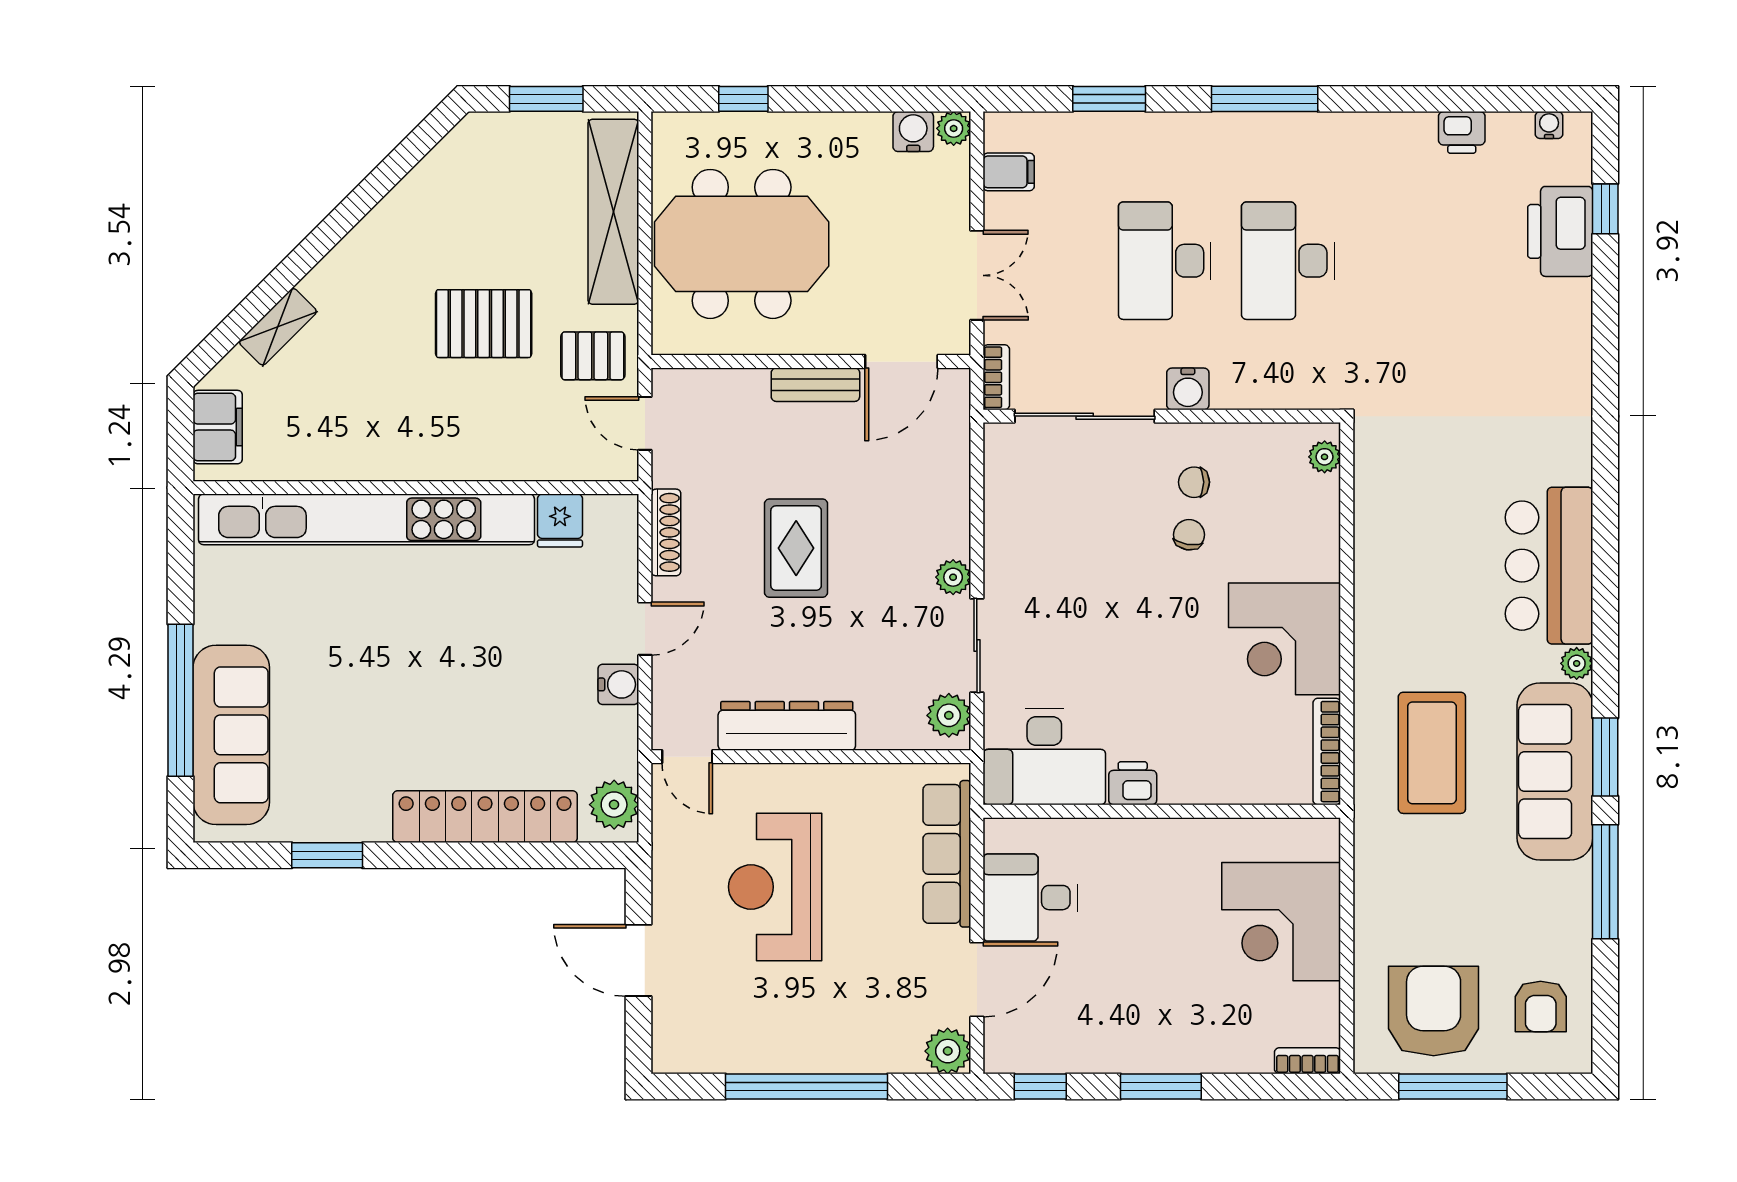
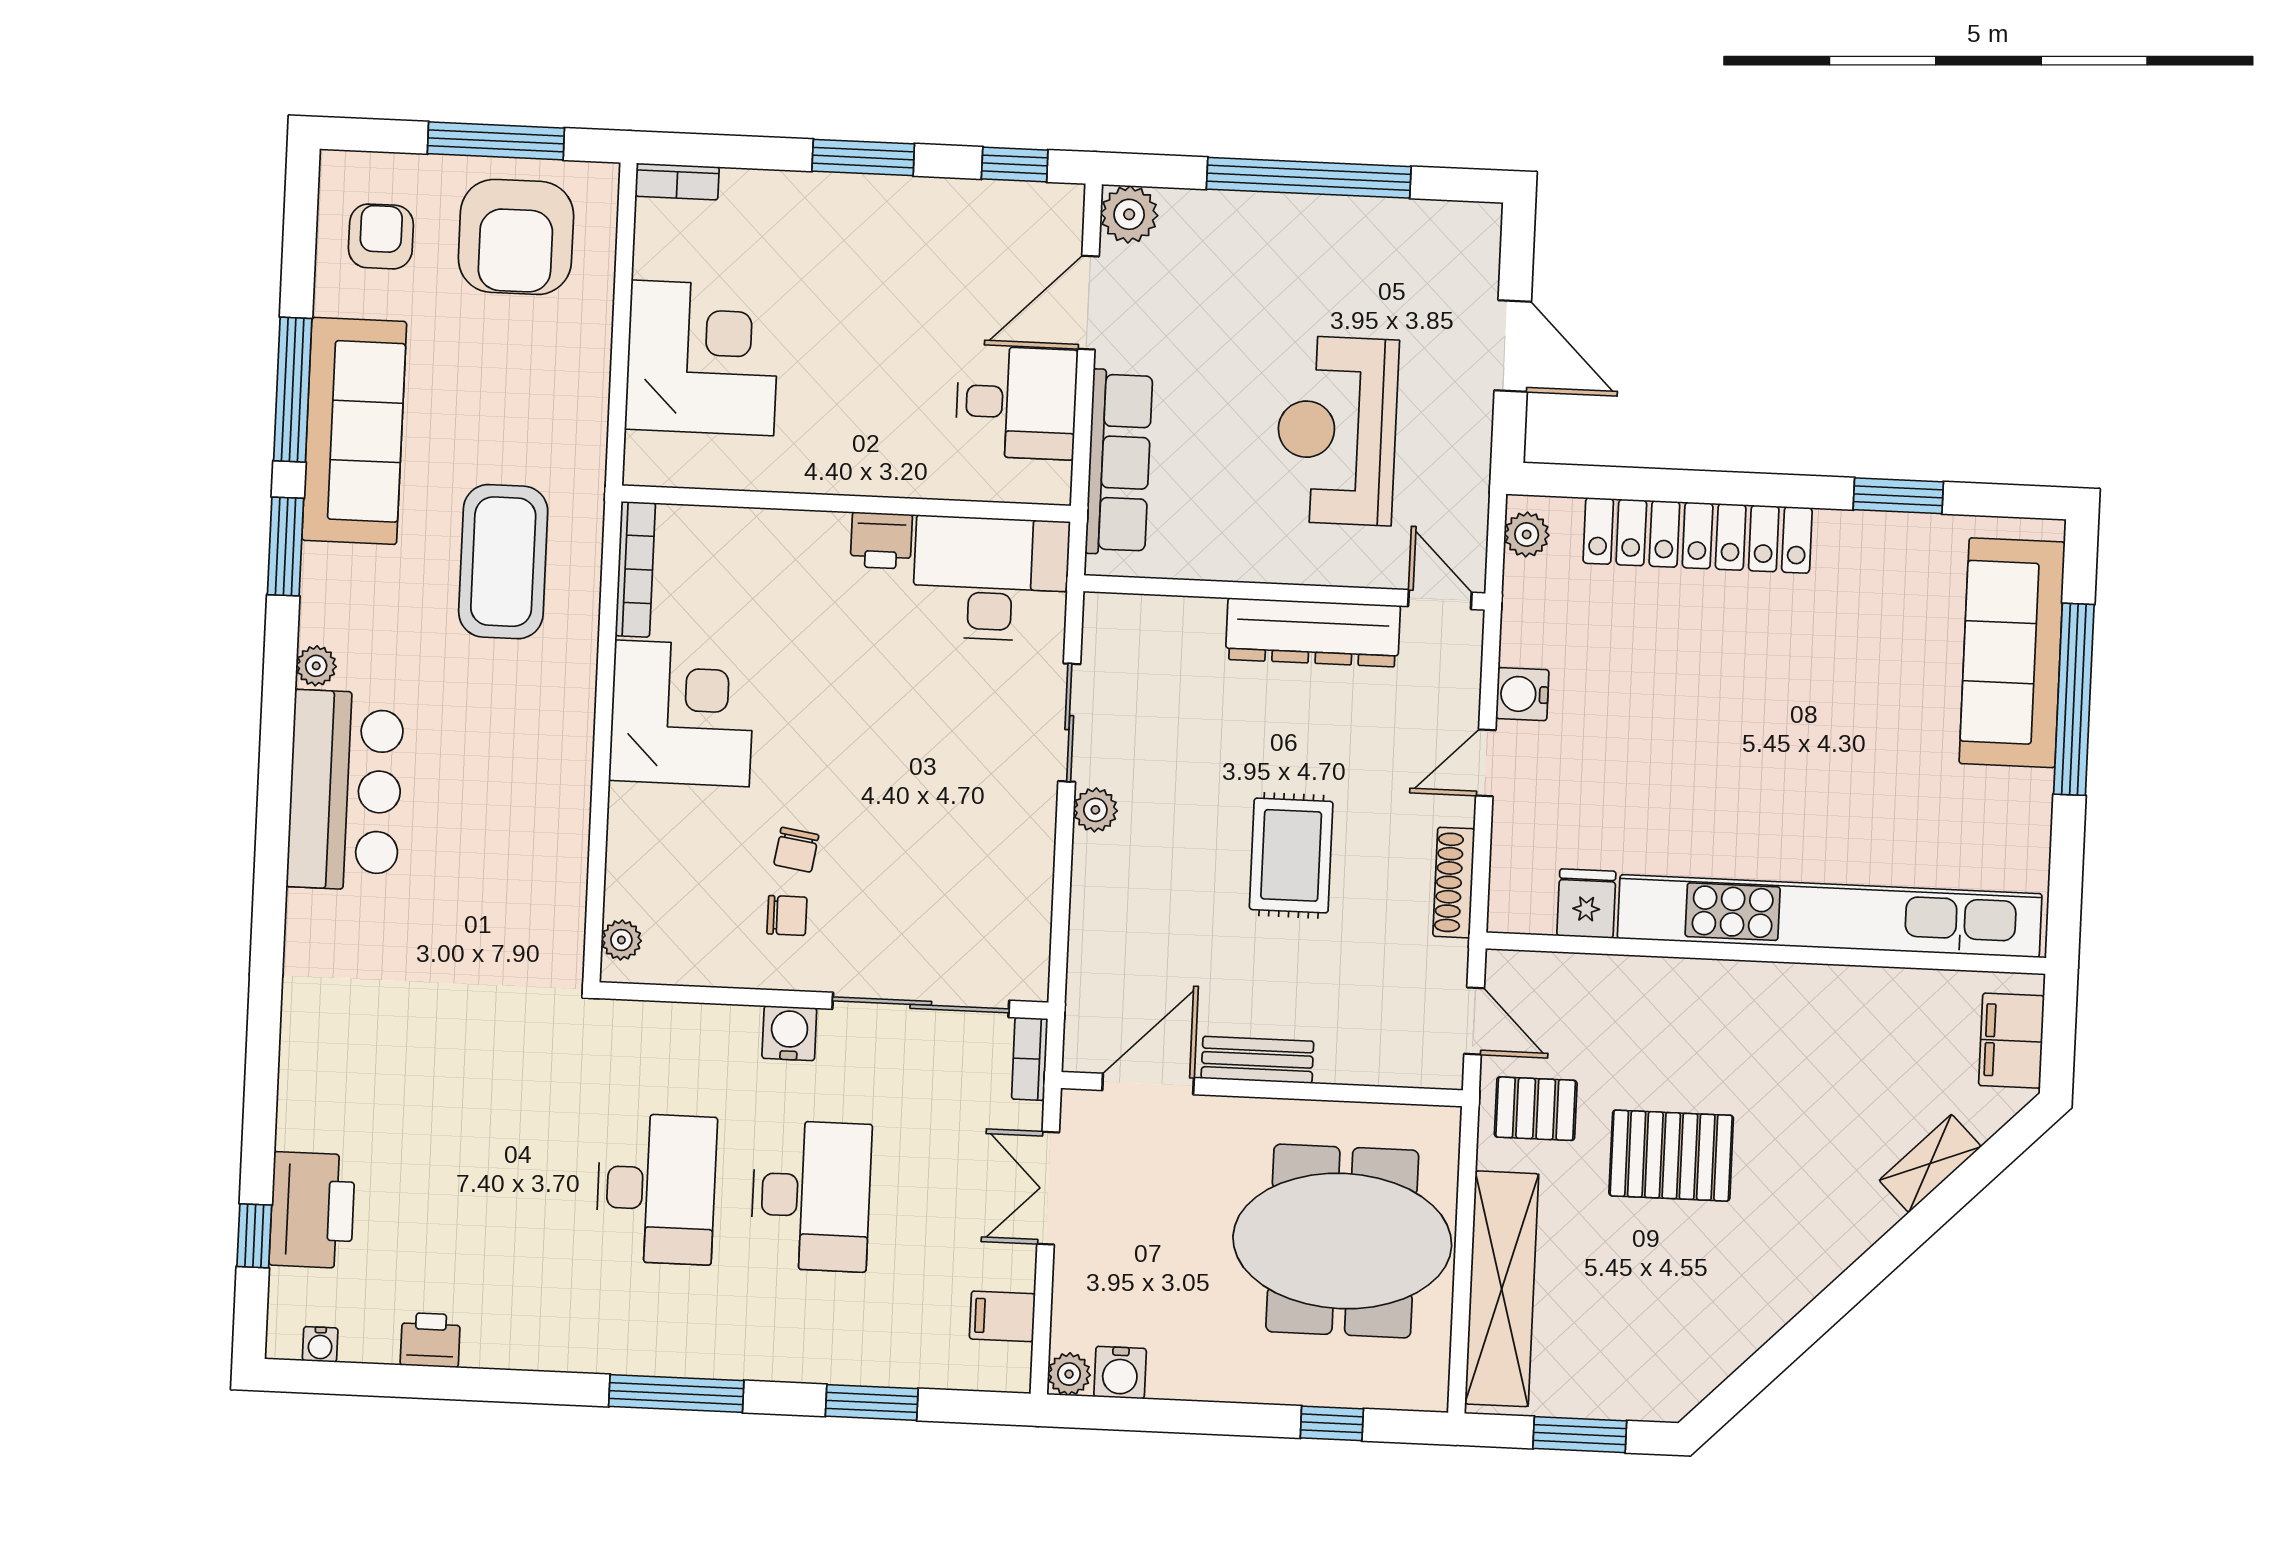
plant: (949, 715) -> (1109, 636), removed
sofa: (1555, 771) -> (354, 431), moved
plant: (614, 805) -> (1527, 534), width x0.73, depth x0.73
reception desk: (775, 887) -> (1337, 430), turned 180

